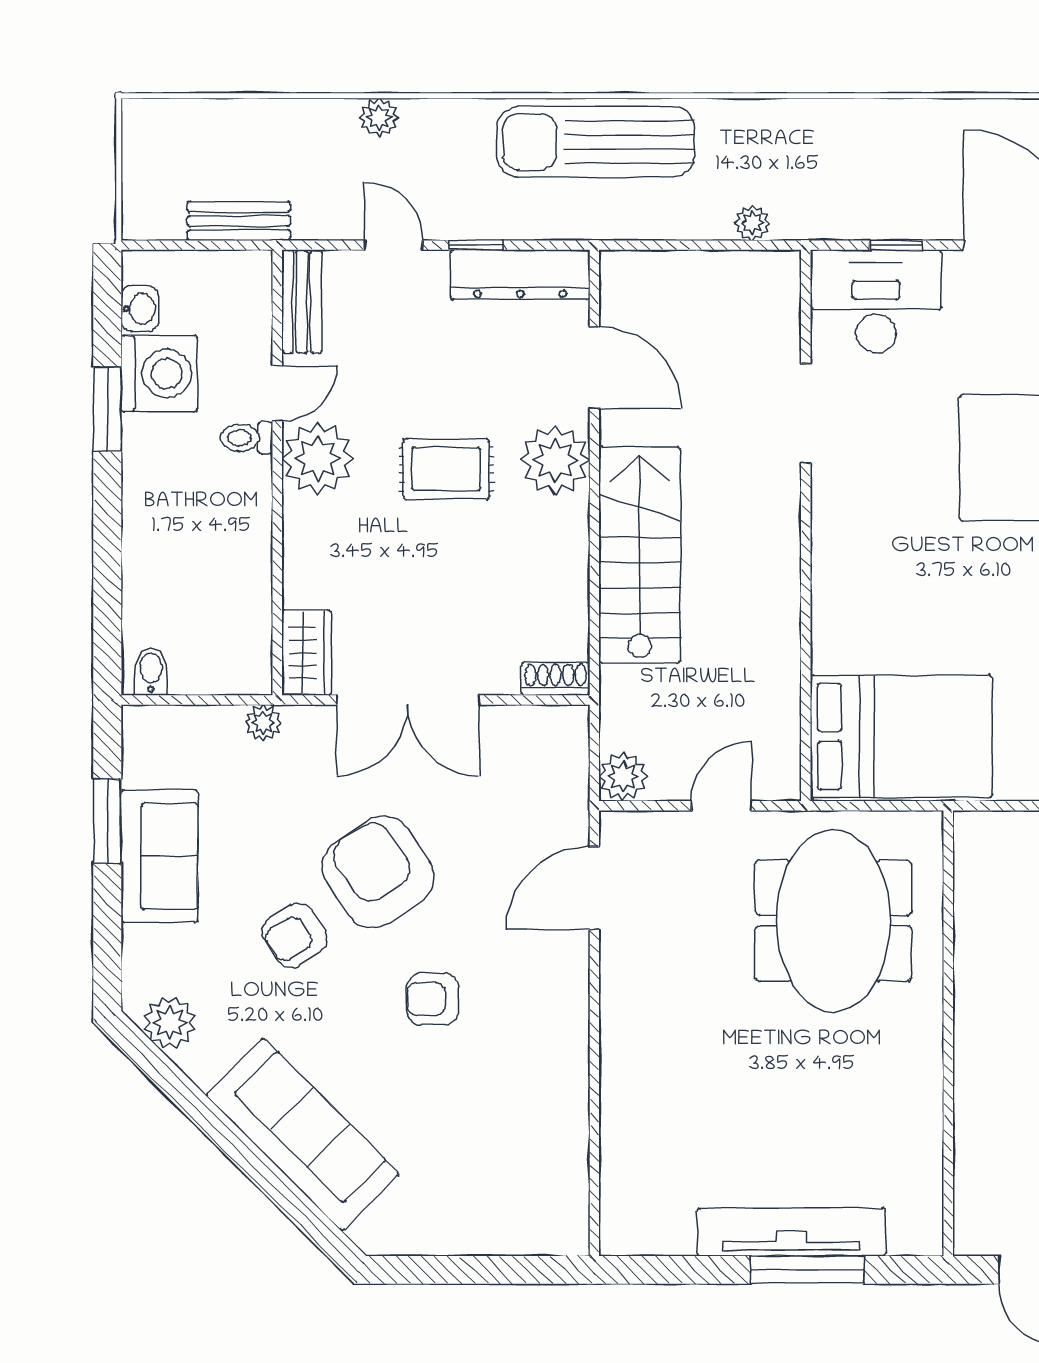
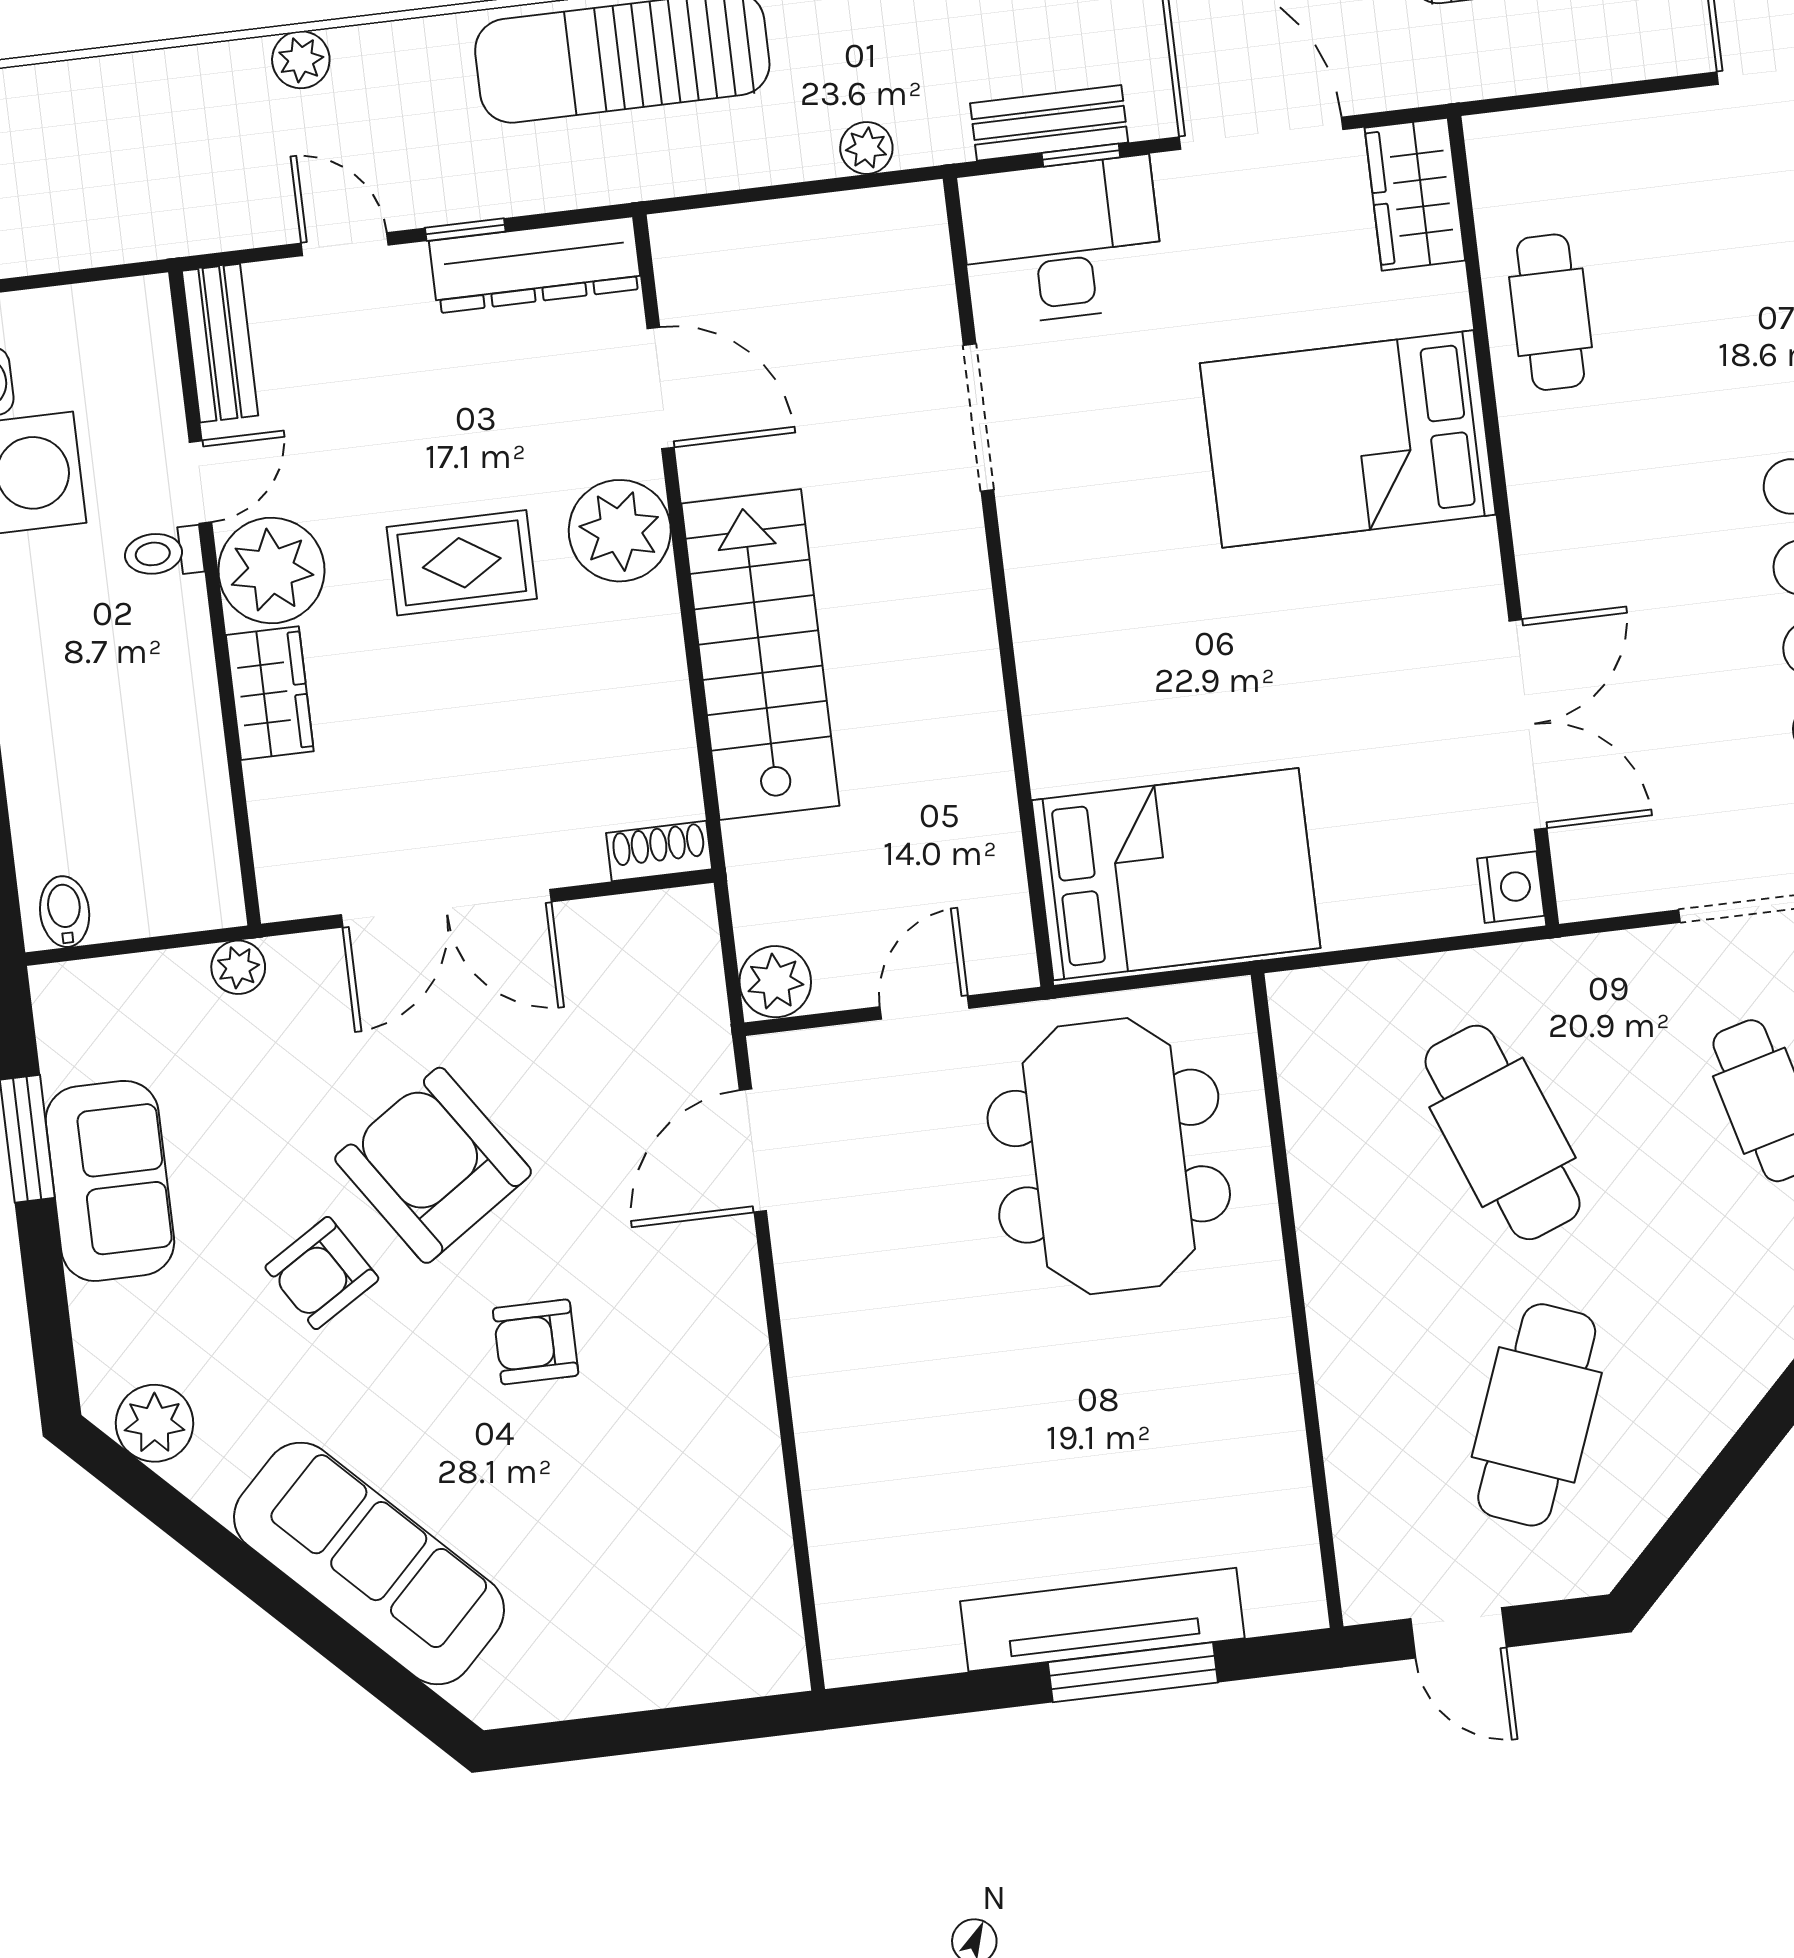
bench: (239, 221) -> (1049, 123), moved
wardrobe: (307, 653) -> (270, 693), moved

